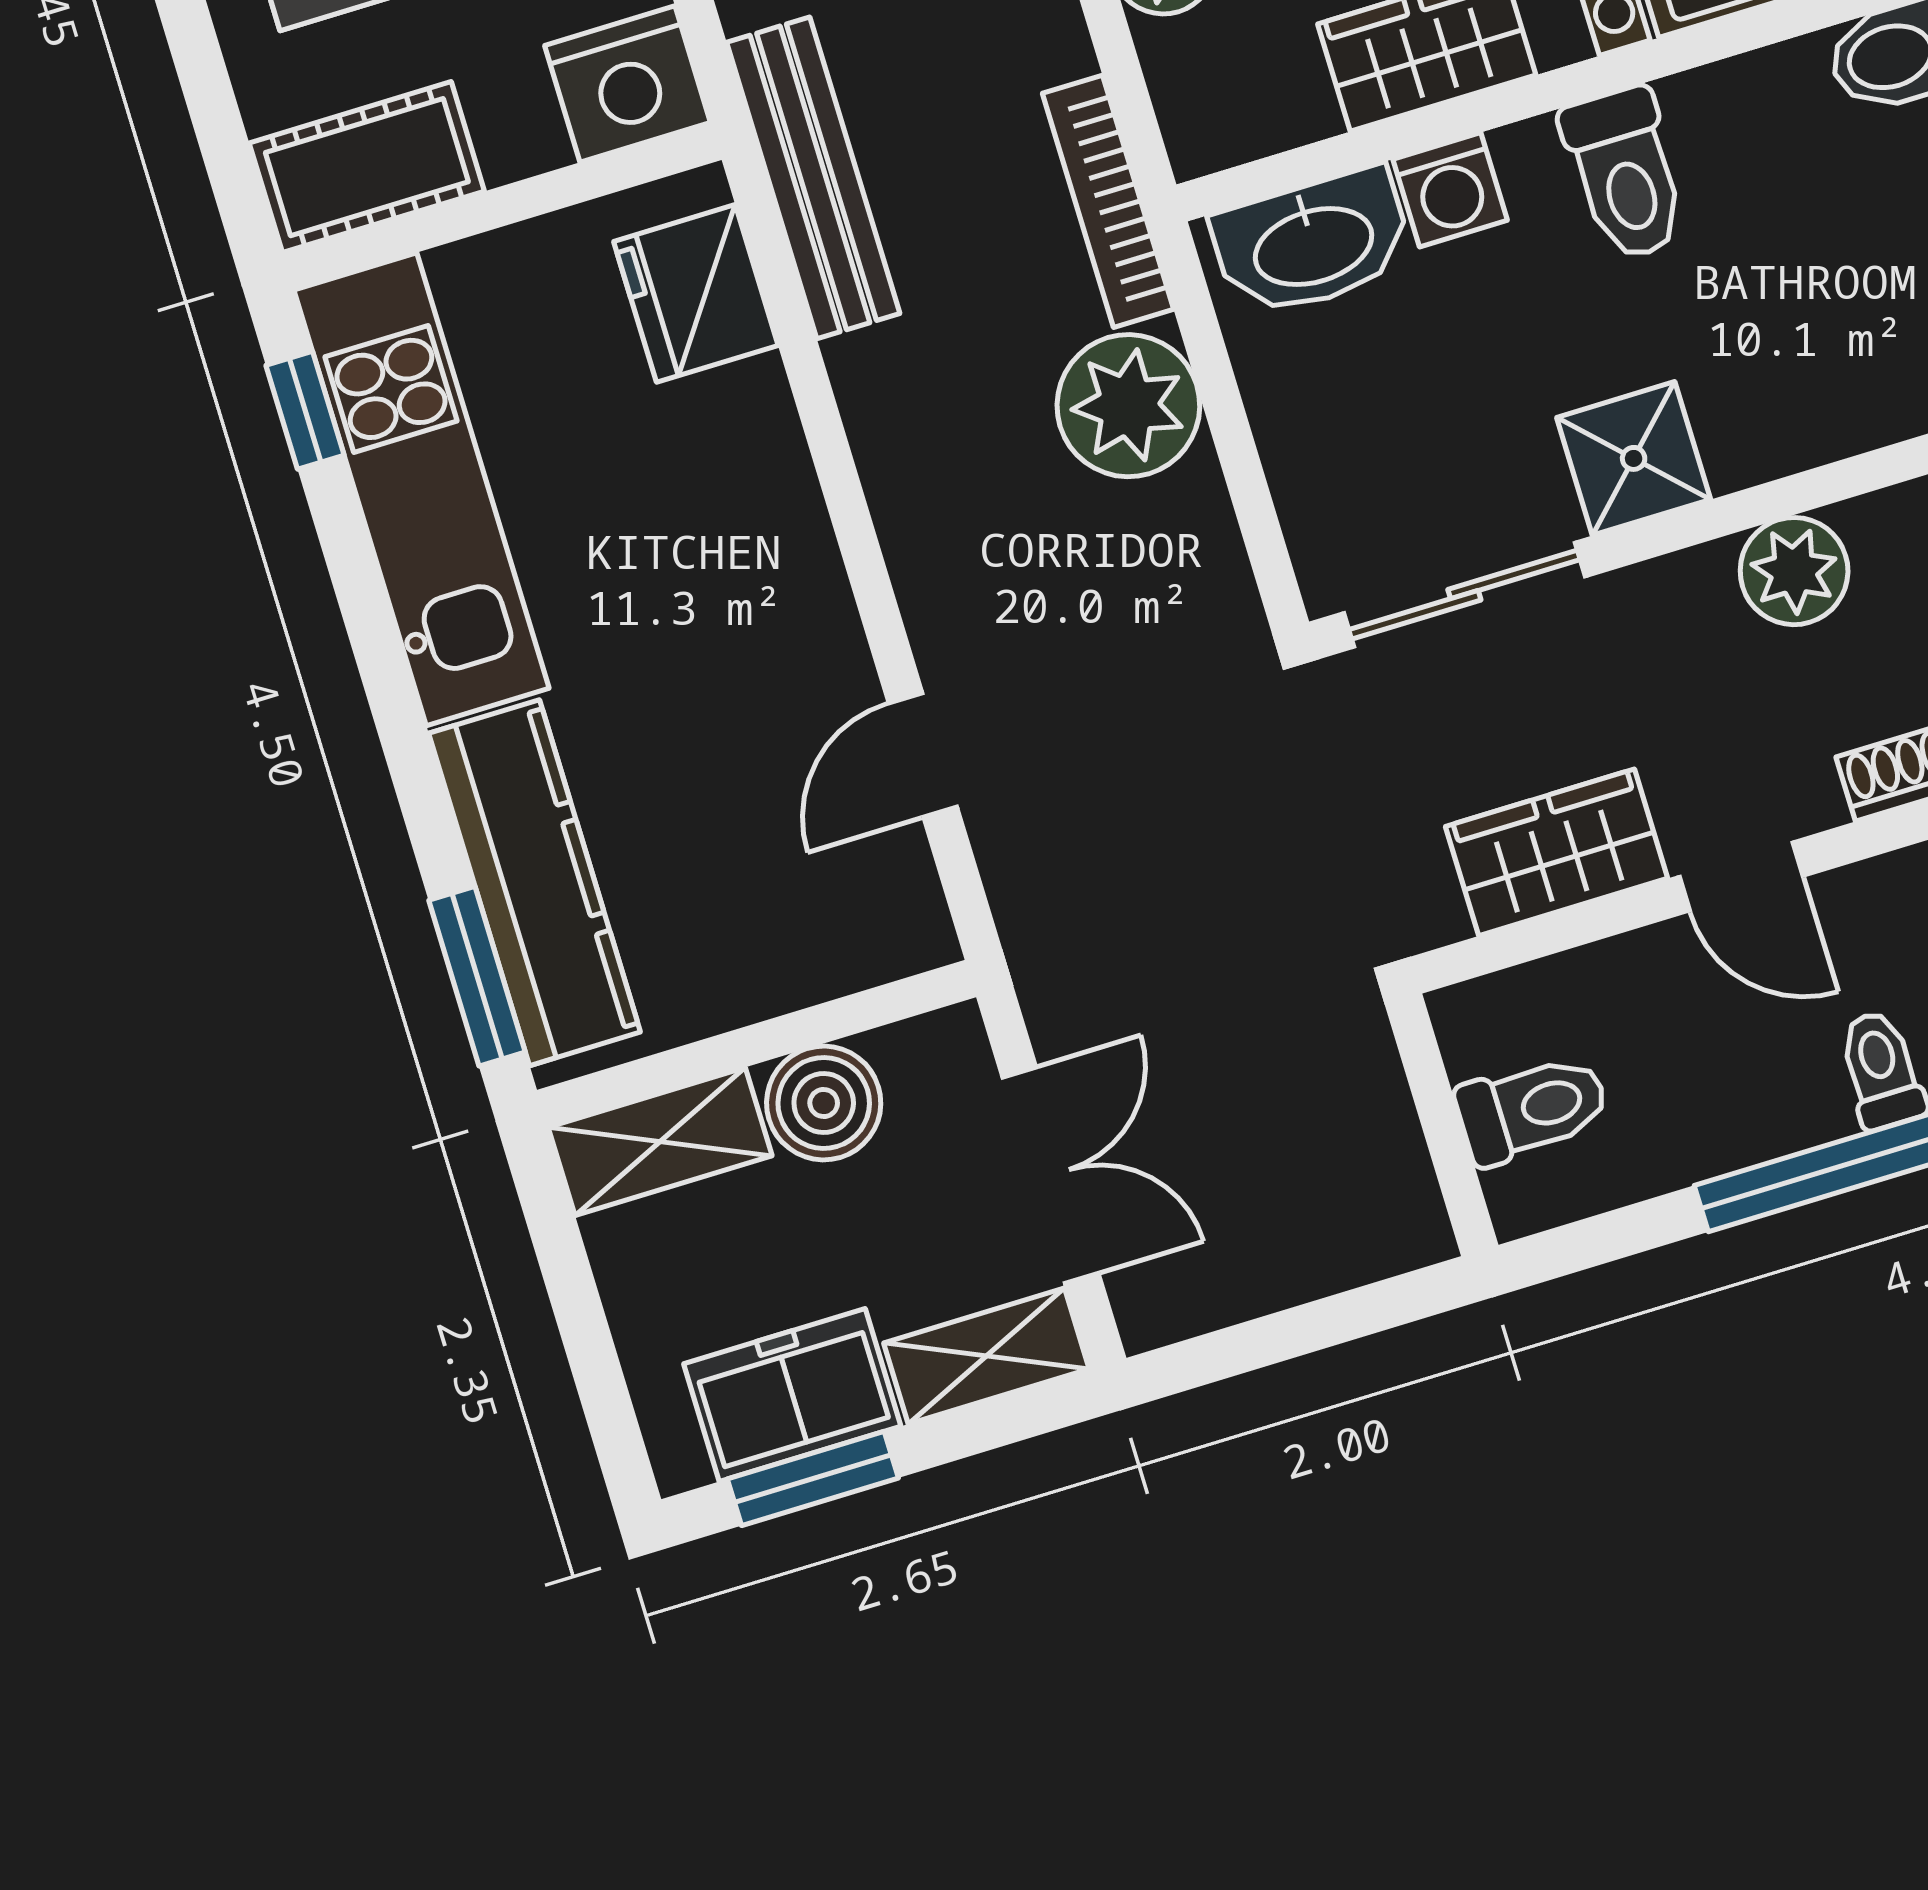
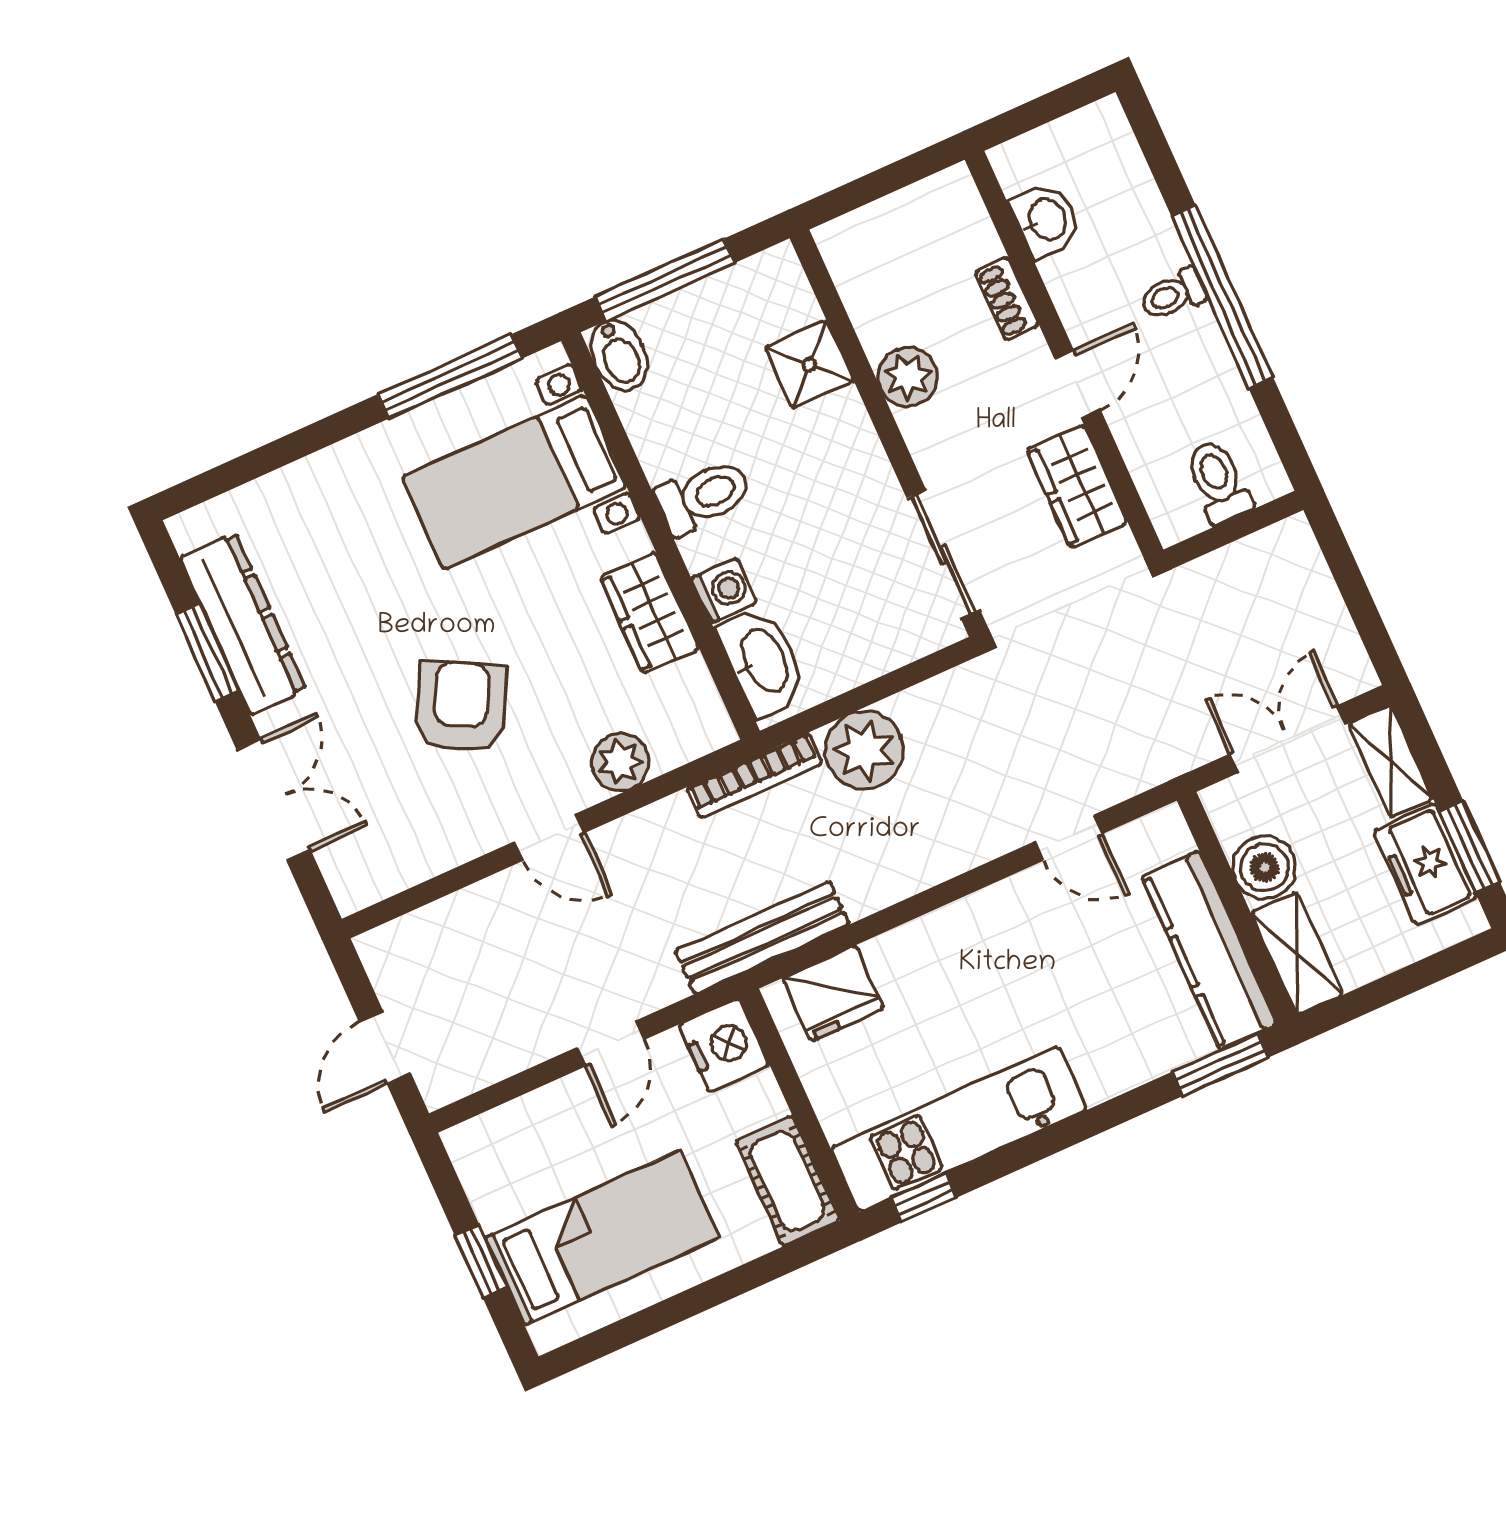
shower: (1634, 458) -> (809, 365), moved
kitchen counter: (534, 883) -> (1209, 950), moved, turned -90

